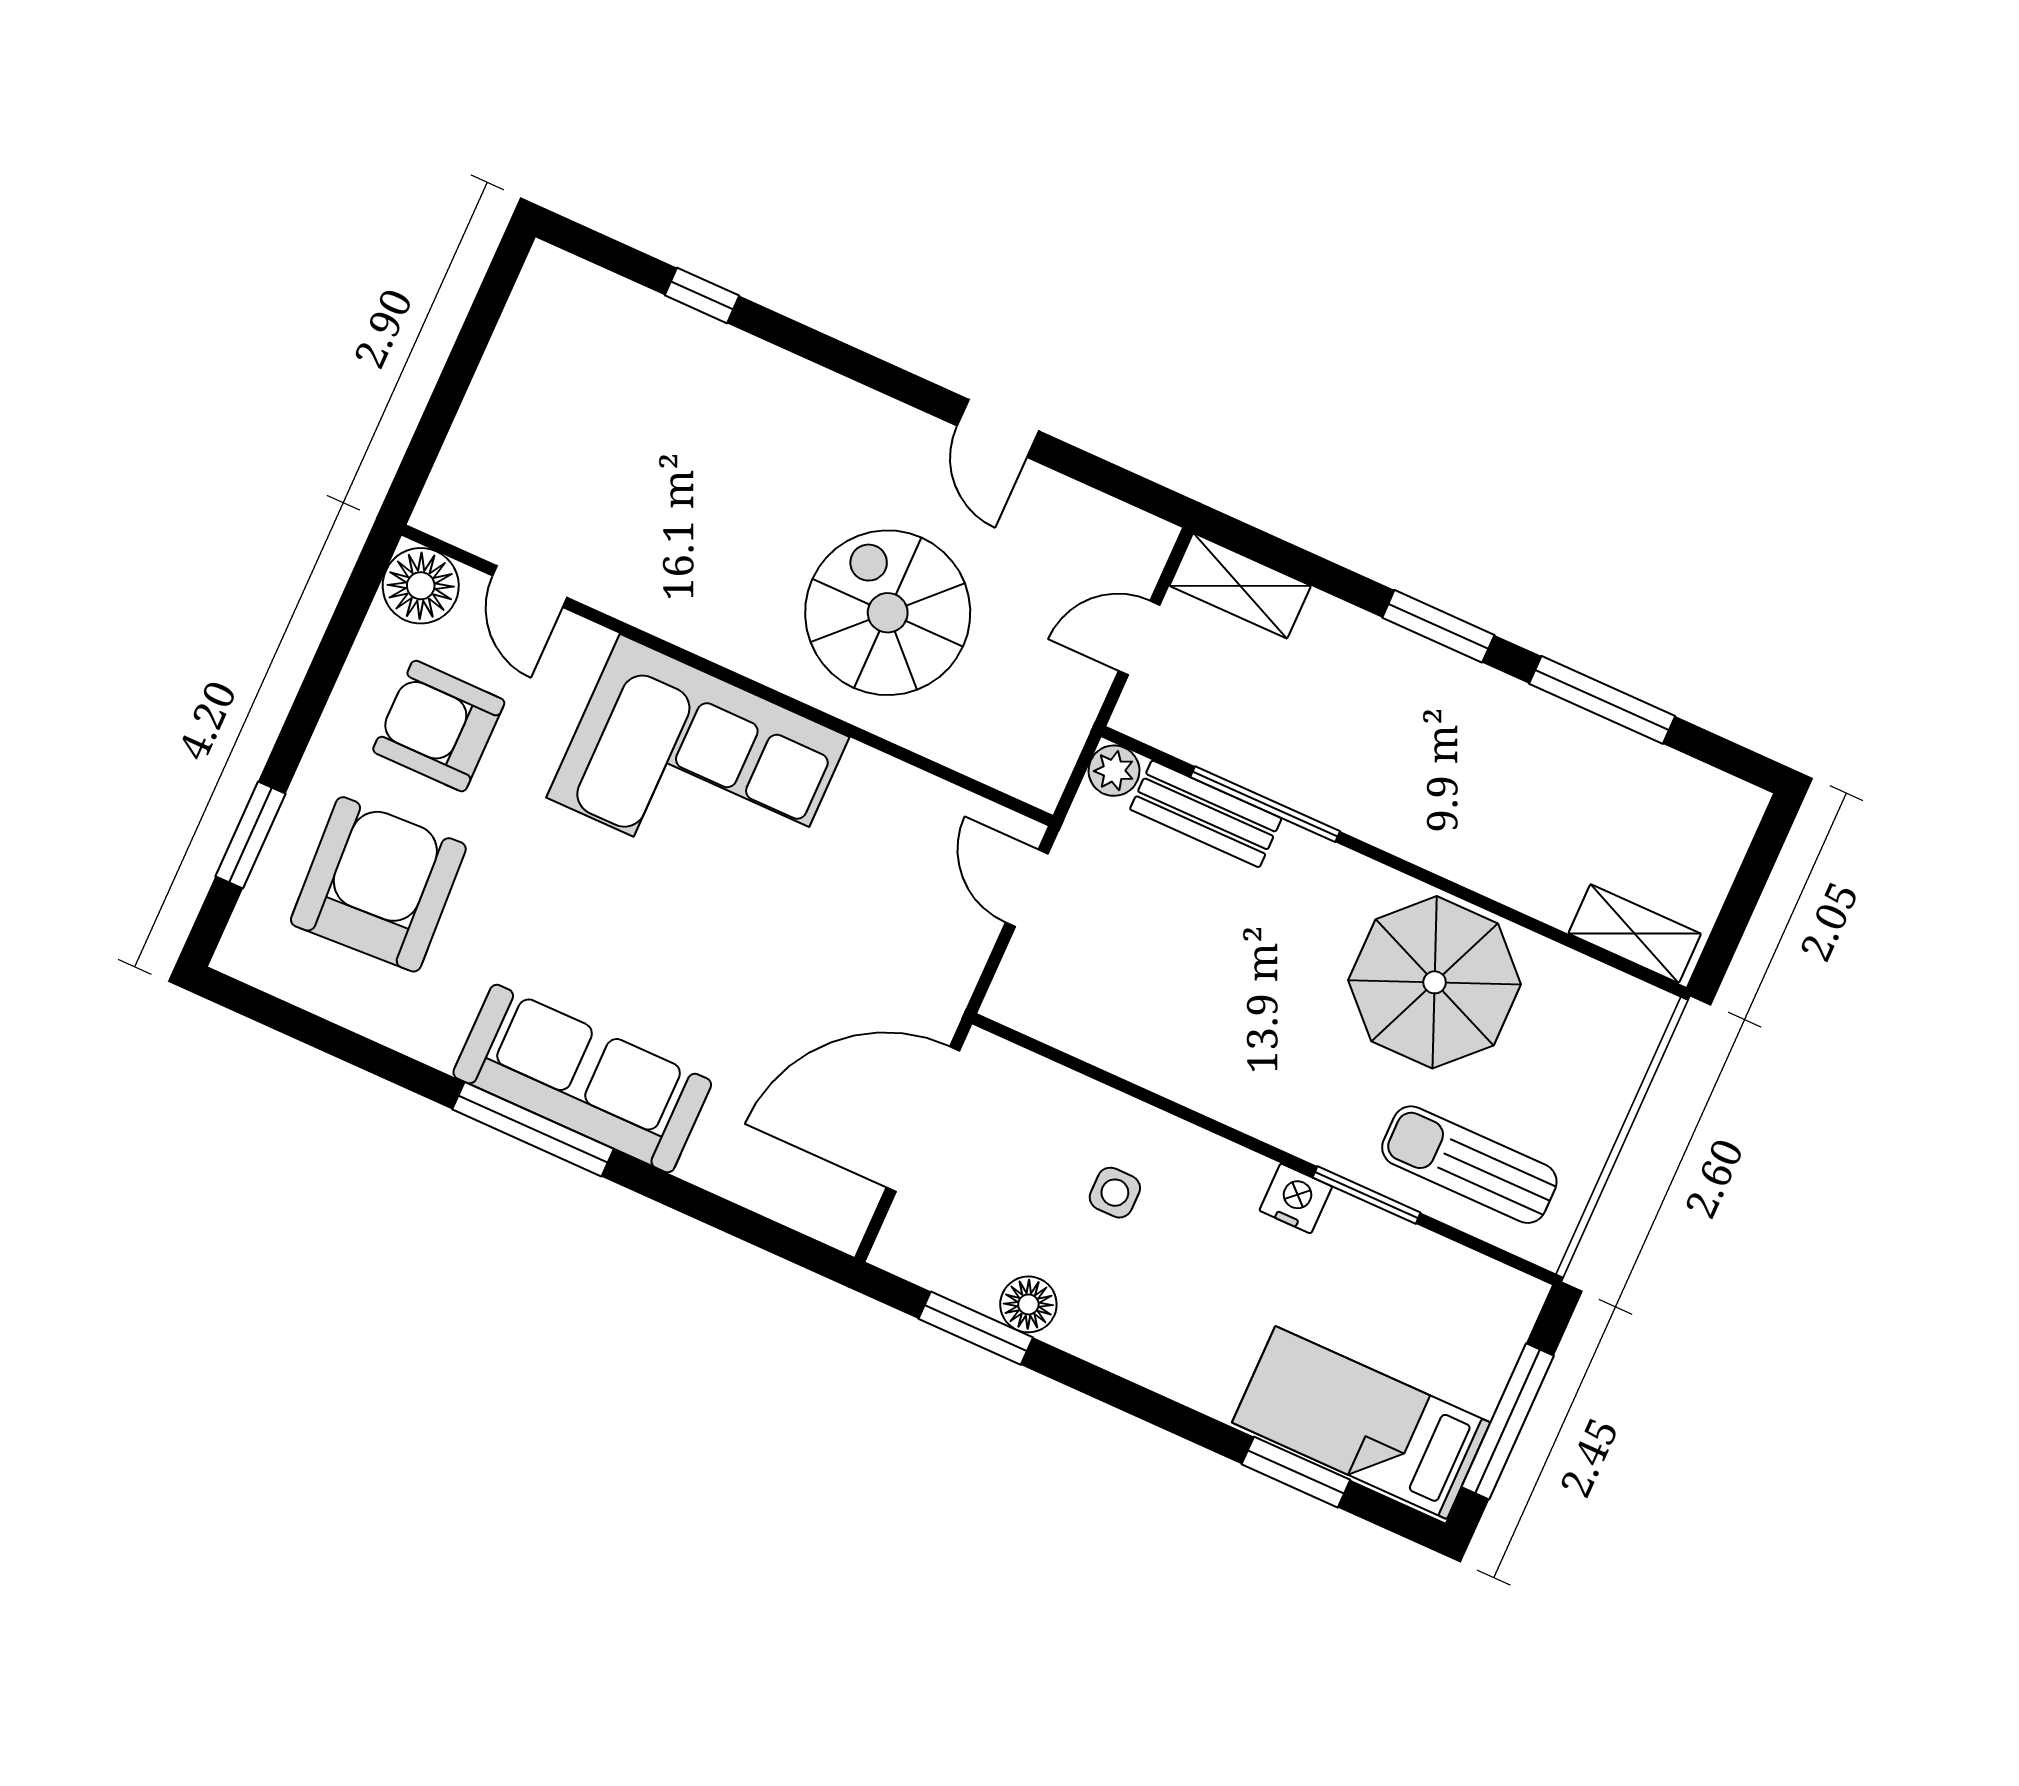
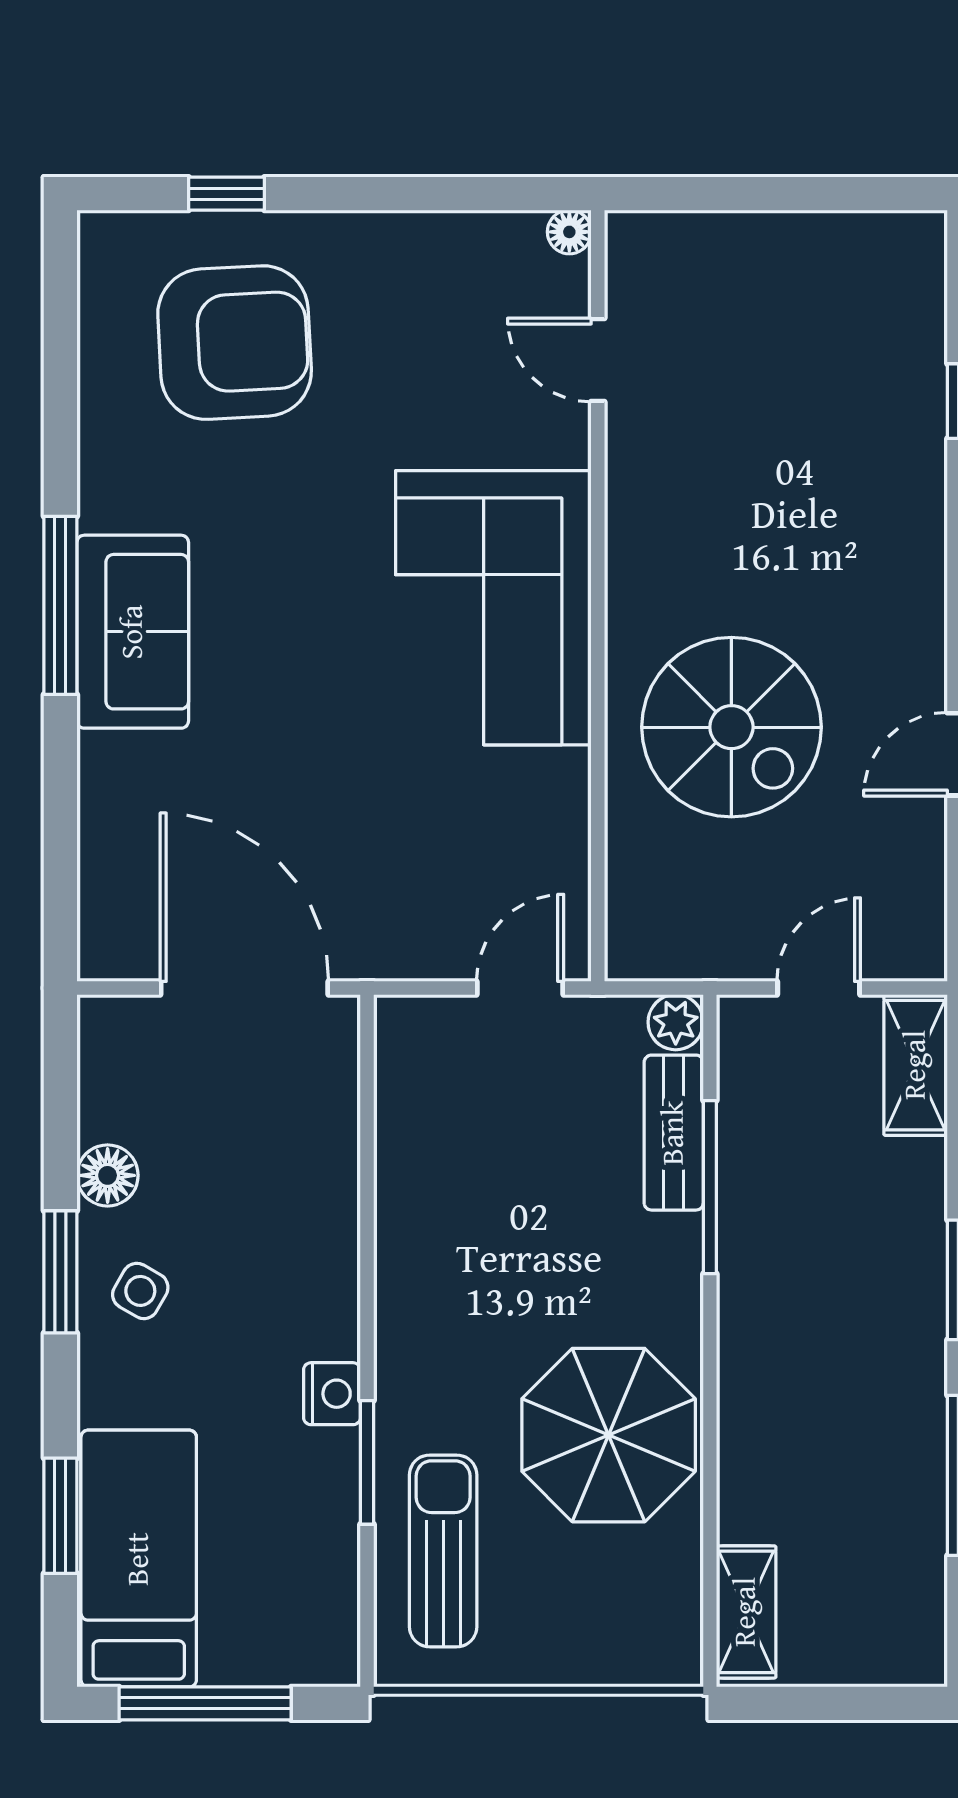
floor lamp: (421, 586) -> (569, 232), width x0.53, depth x0.53
door: (530, 587) -> (598, 360), hinge flipped
spiral stairs: (888, 613) -> (731, 727), turned 90
door: (1139, 638) -> (819, 988), hinge flipped
armchair: (439, 726) -> (419, 332), removed
window: (250, 835) -> (227, 194), width x0.67
sofa: (582, 1079) -> (133, 632), width x0.73
side table: (1115, 1193) -> (140, 1291), moved, turned 30
window: (976, 1328) -> (60, 1272), moved

